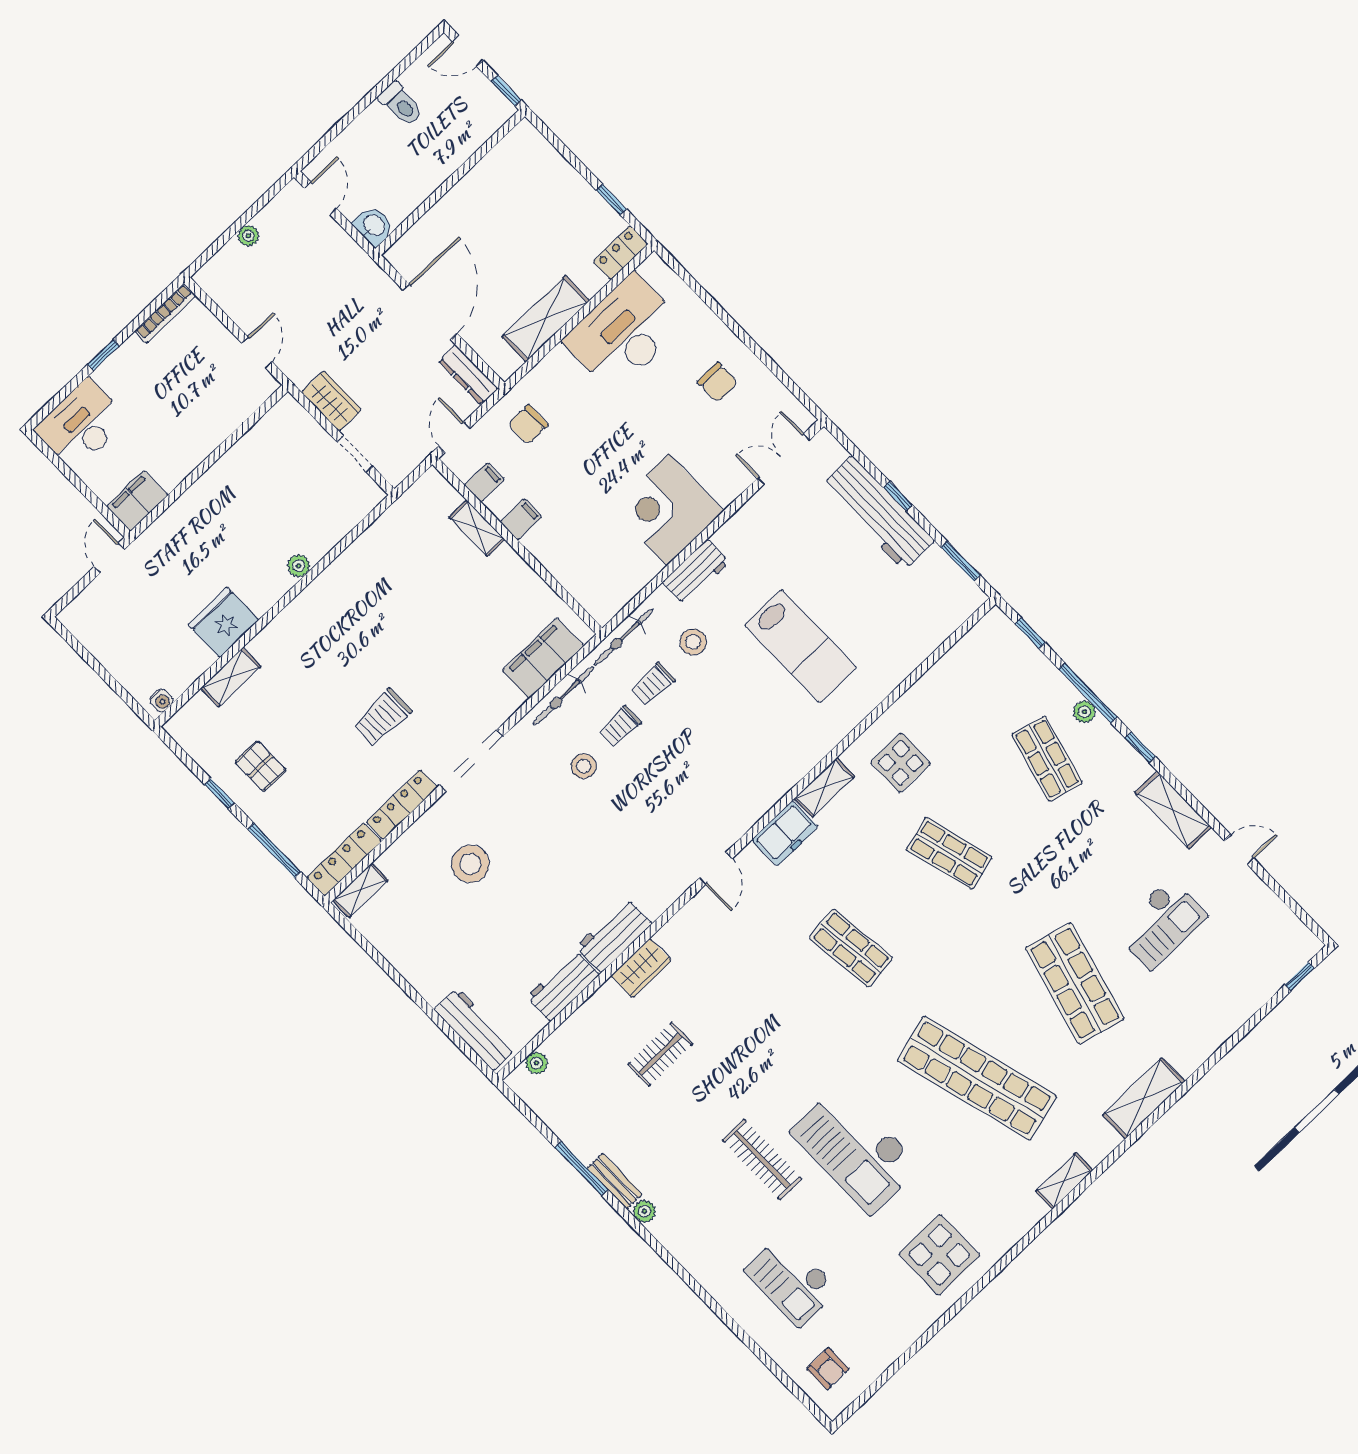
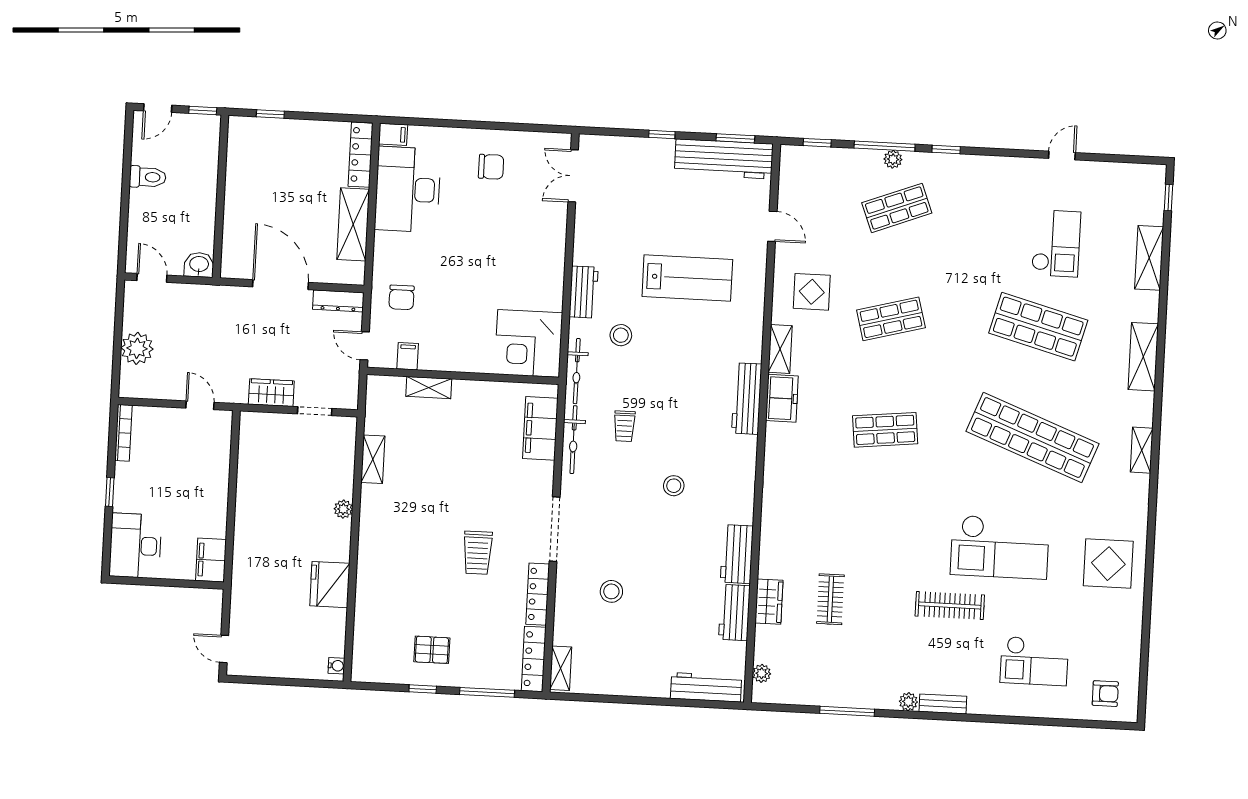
window: (611, 200) -> (270, 114), moved
plant: (248, 236) -> (137, 348), width x1.87, depth x1.87
locker: (620, 253) -> (361, 155), width x1.53
corner desk: (668, 510) -> (528, 343), moved
workbench: (878, 513) -> (724, 159), moved
filing cabinet: (521, 519) -> (393, 134), moved, turned 90
door: (109, 558) -> (224, 649), moved
shelving: (231, 677) -> (373, 459), moved
trolley: (653, 684) -> (620, 383), removed
shop shelf: (1047, 759) -> (897, 208), turned -36
stool: (584, 766) -> (674, 486), moved
workbench: (753, 804) -> (747, 399), added
shelving: (1173, 810) -> (1149, 258), moved, turned 90
stool: (470, 864) -> (611, 591), width x0.73, depth x0.73
door: (716, 868) -> (772, 226), moved
wardrobe: (641, 968) -> (769, 602), moved
shop shelf: (977, 1078) -> (1032, 438), turned 36
bench: (615, 1181) -> (943, 704), moved

